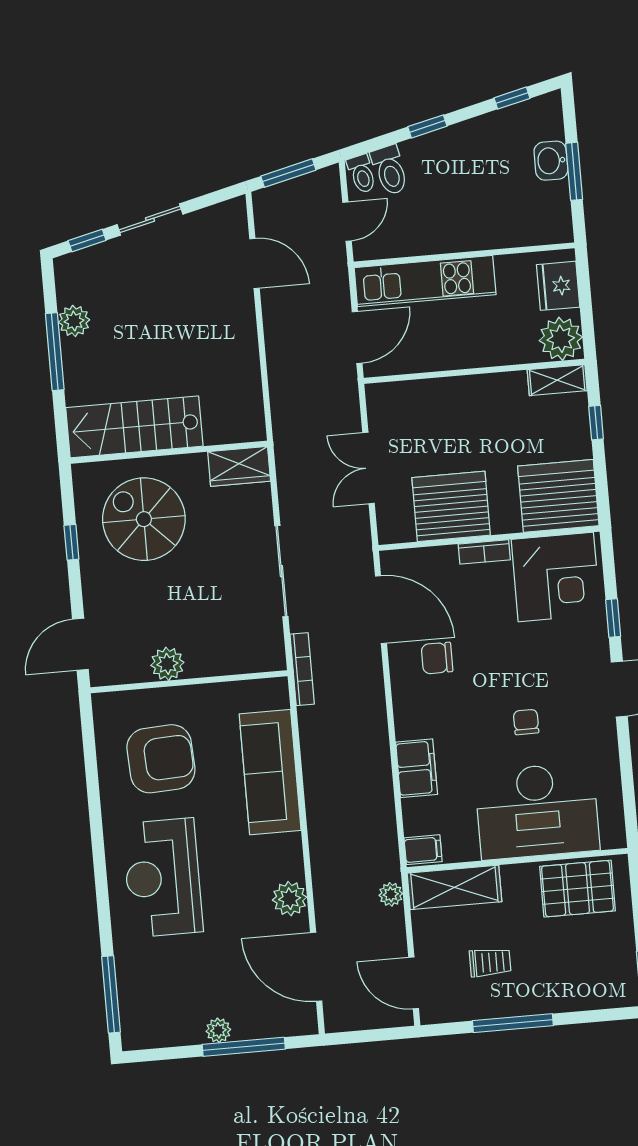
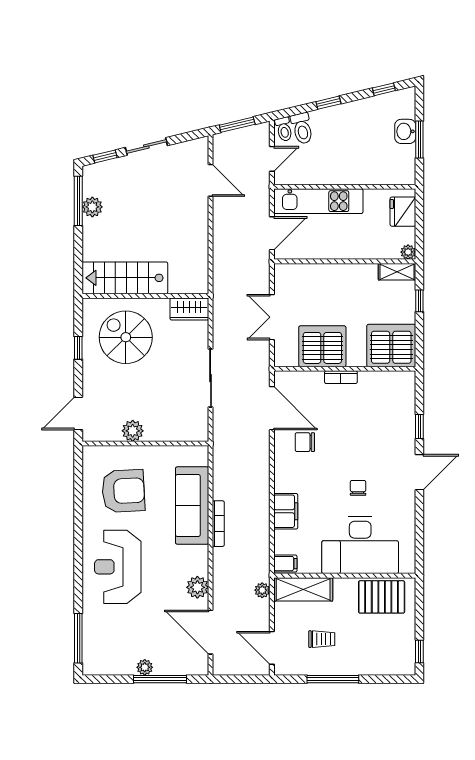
plant: (561, 339) -> (408, 252), width x0.53, depth x0.53
window: (55, 352) -> (78, 201), moved
corner desk: (556, 577) -> (385, 397), removed
bookcase: (302, 669) -> (218, 524), moved

